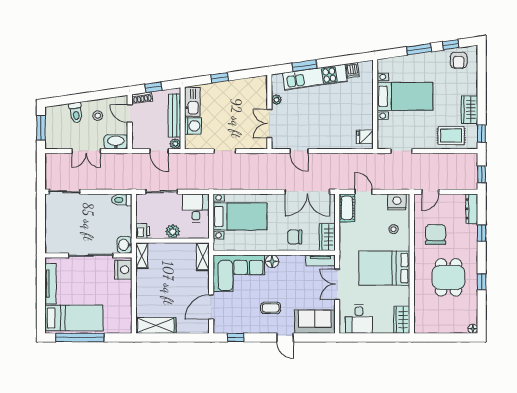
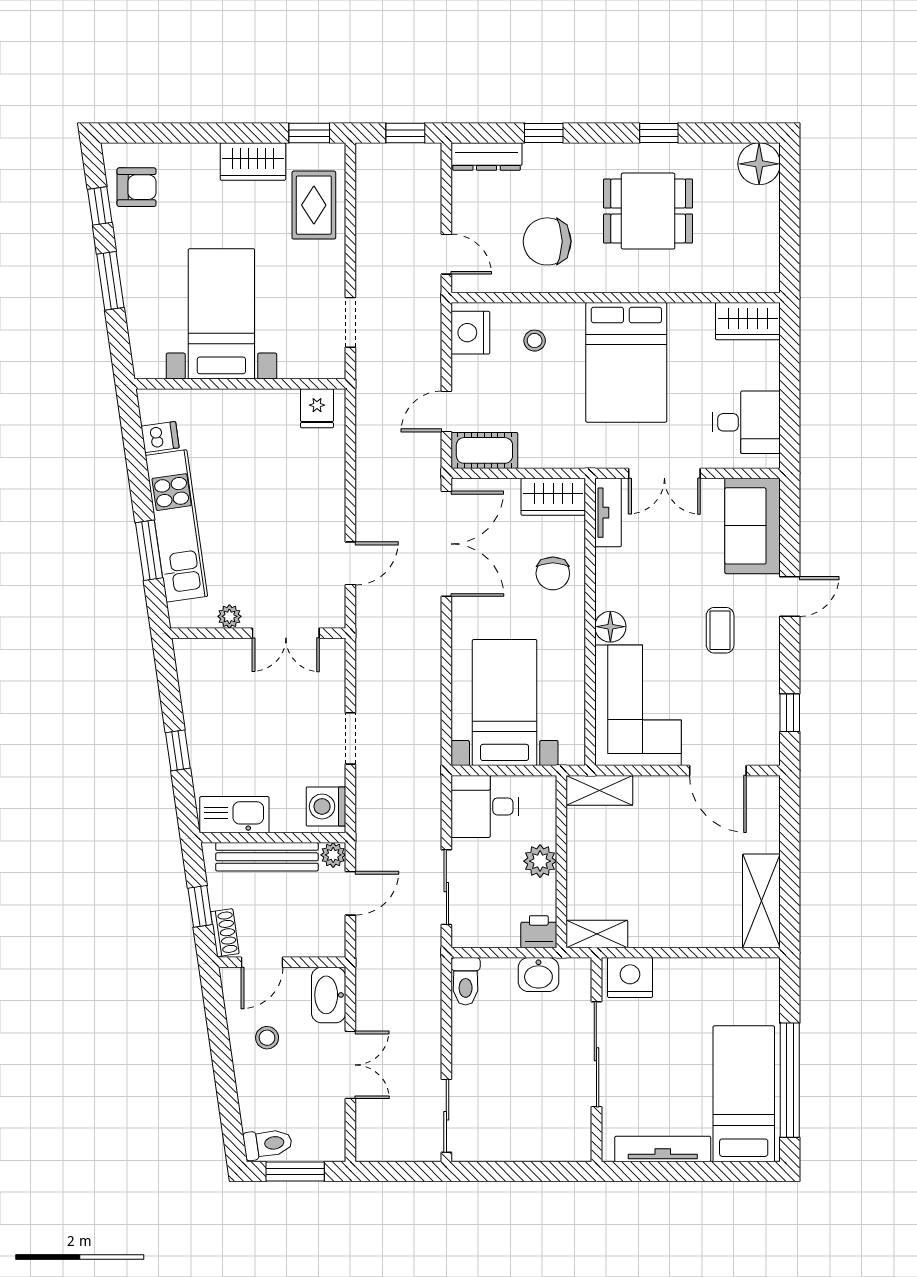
toilet: (76, 113) -> (268, 1144), moved
washing machine: (193, 126) -> (326, 806), moved, turned -90
washbasin: (125, 245) -> (538, 975), moved
floor lamp: (473, 329) -> (759, 164), width x1.89, depth x1.89

